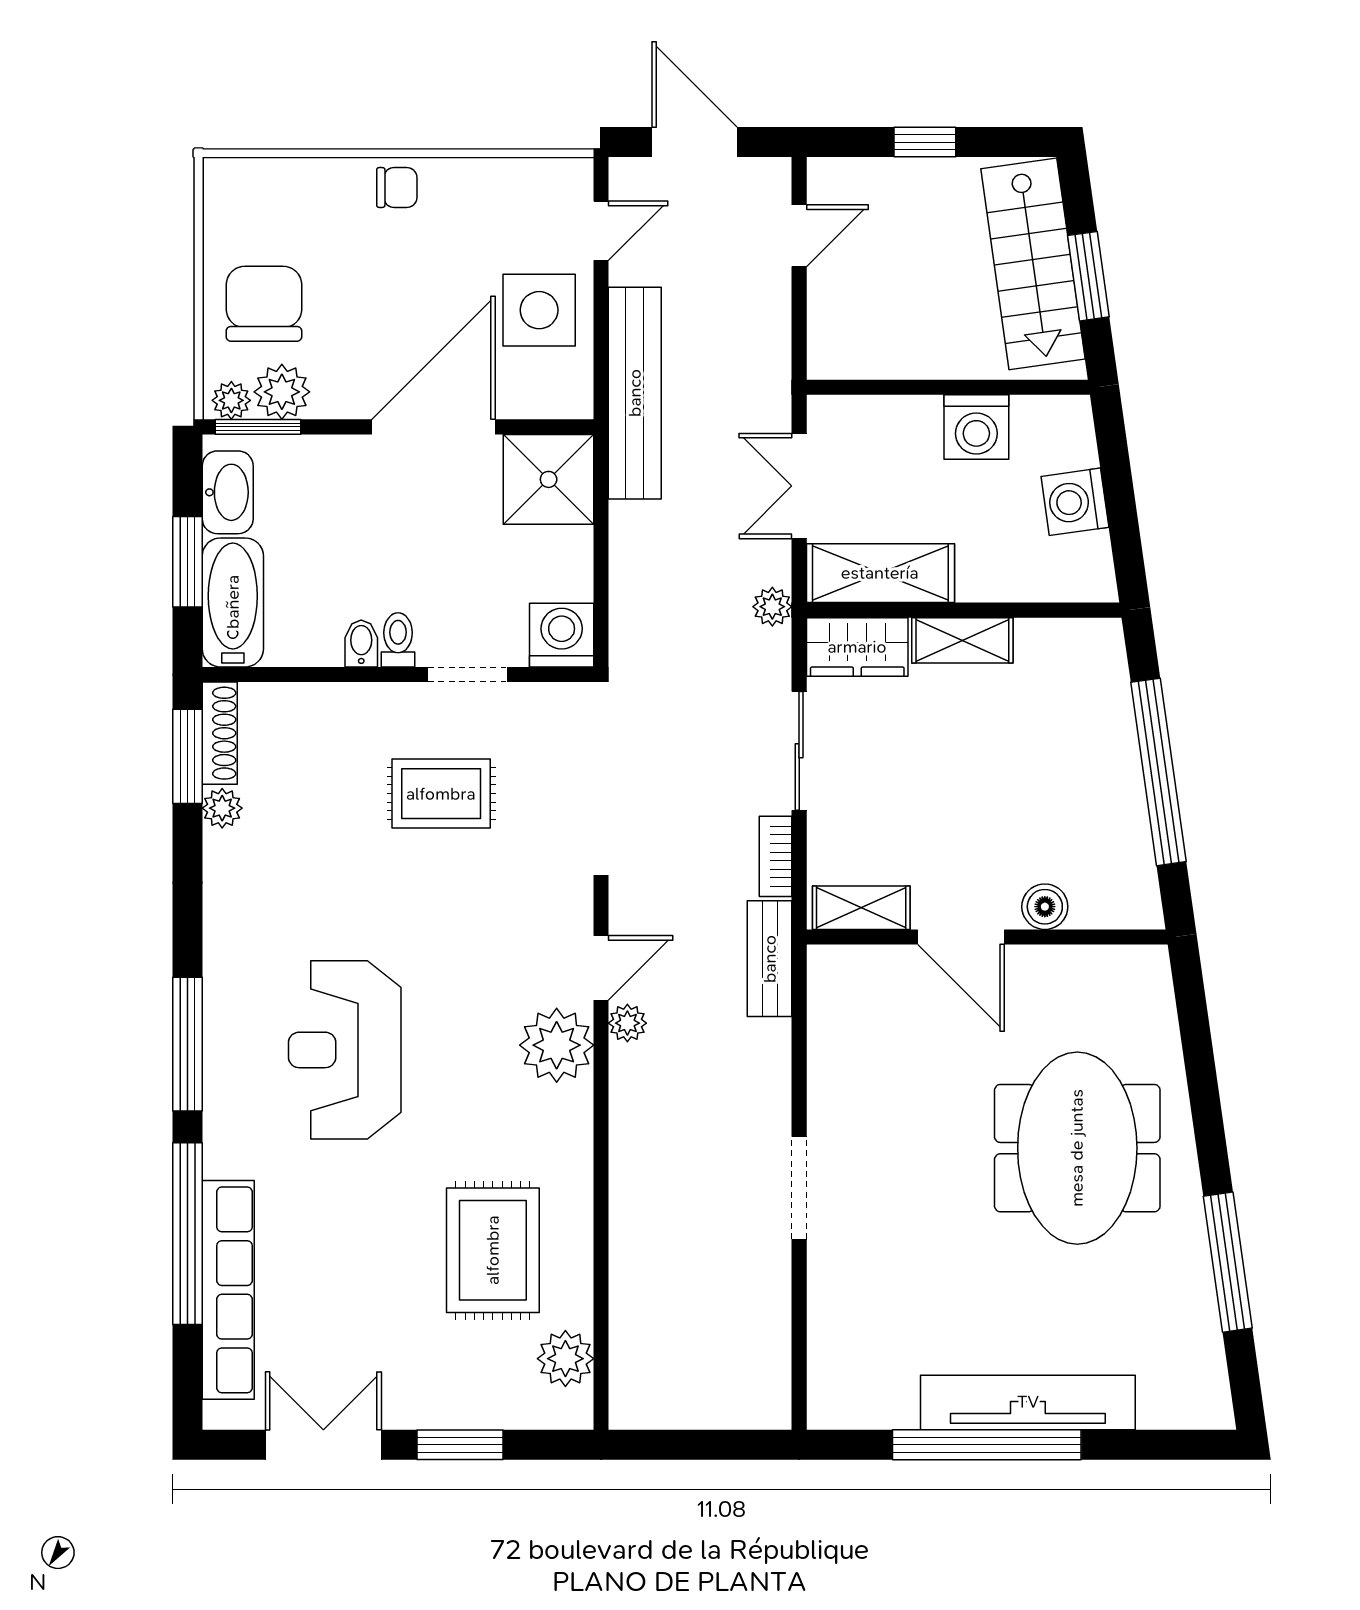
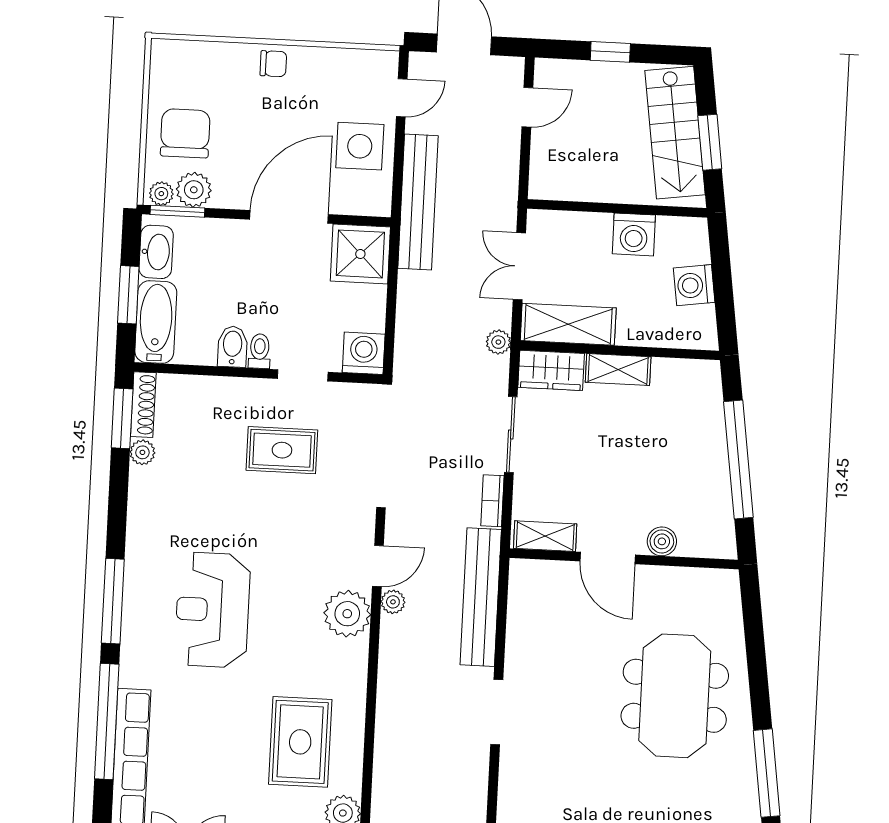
bidet: (361, 643) -> (232, 347), width x1.38, depth x1.36
bench: (770, 959) -> (481, 597), width x1.86, depth x1.21

